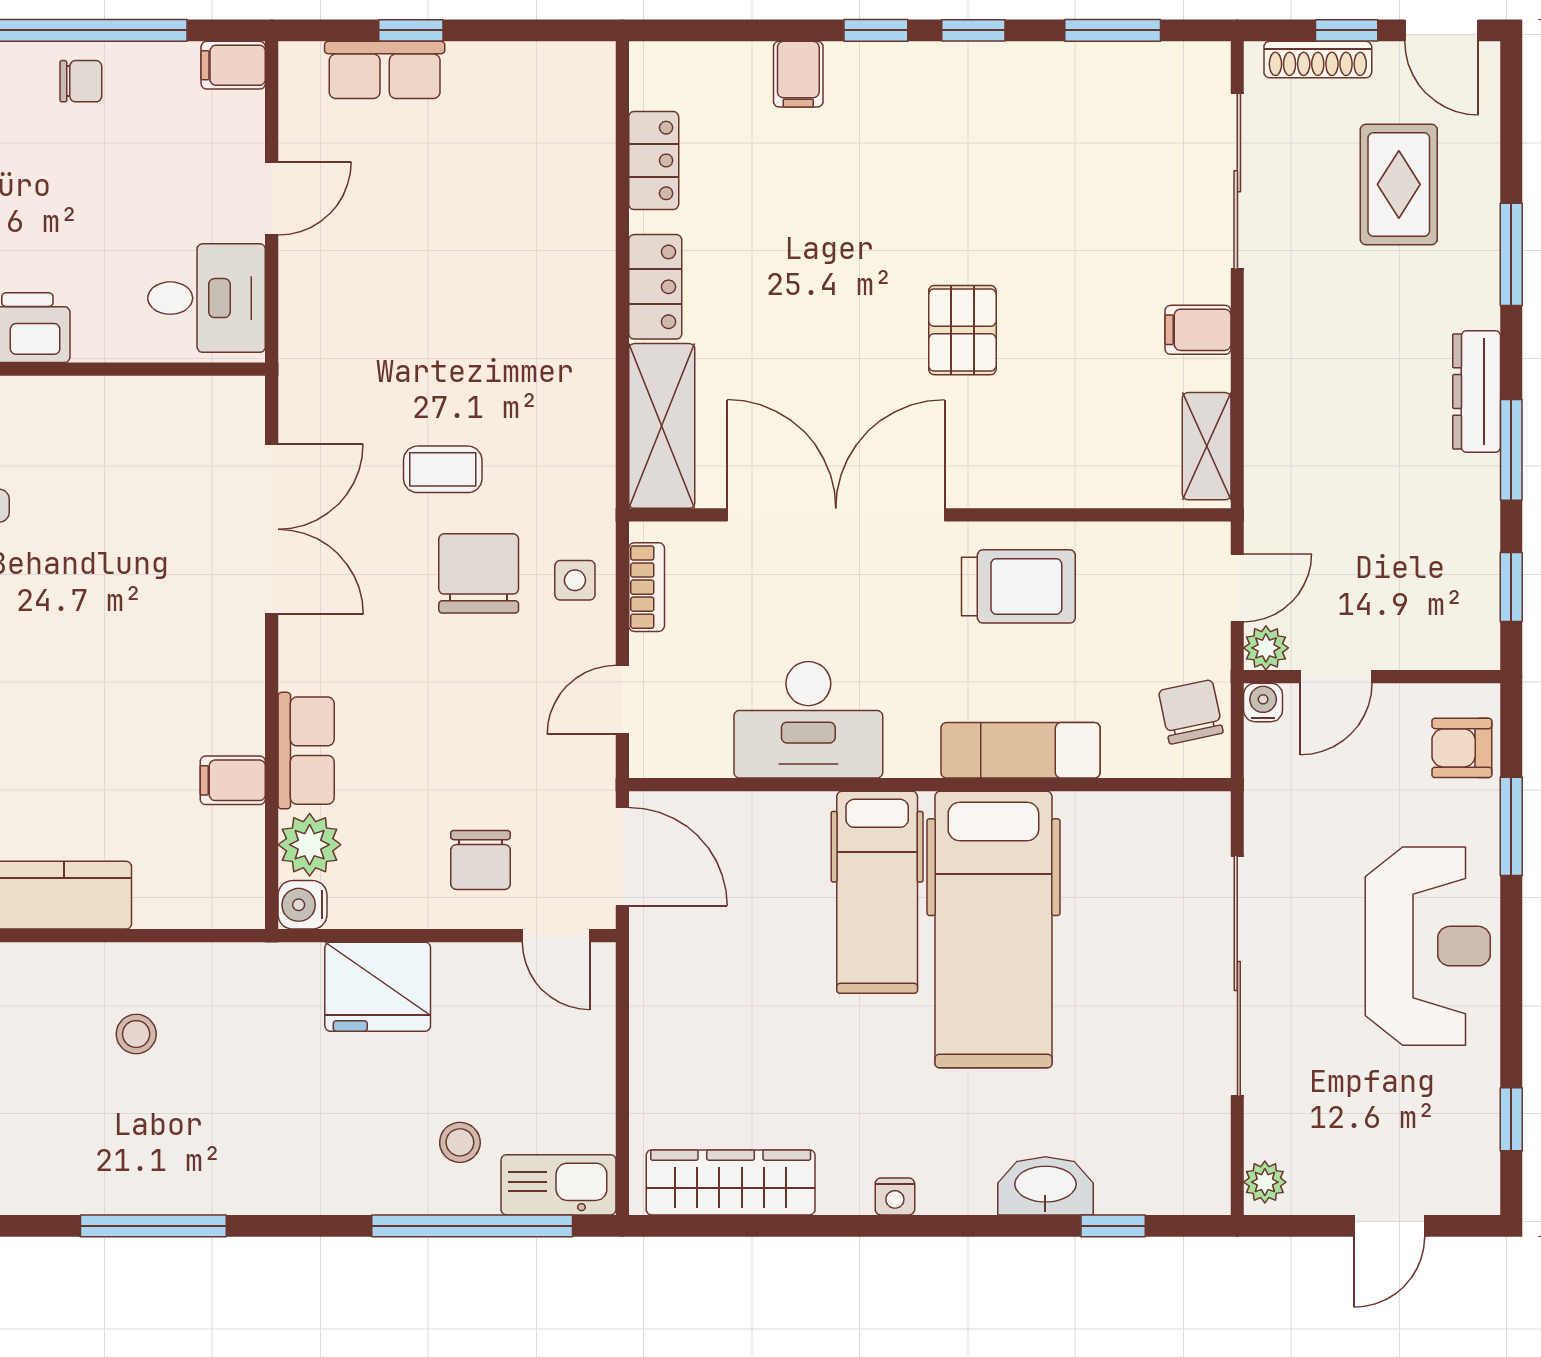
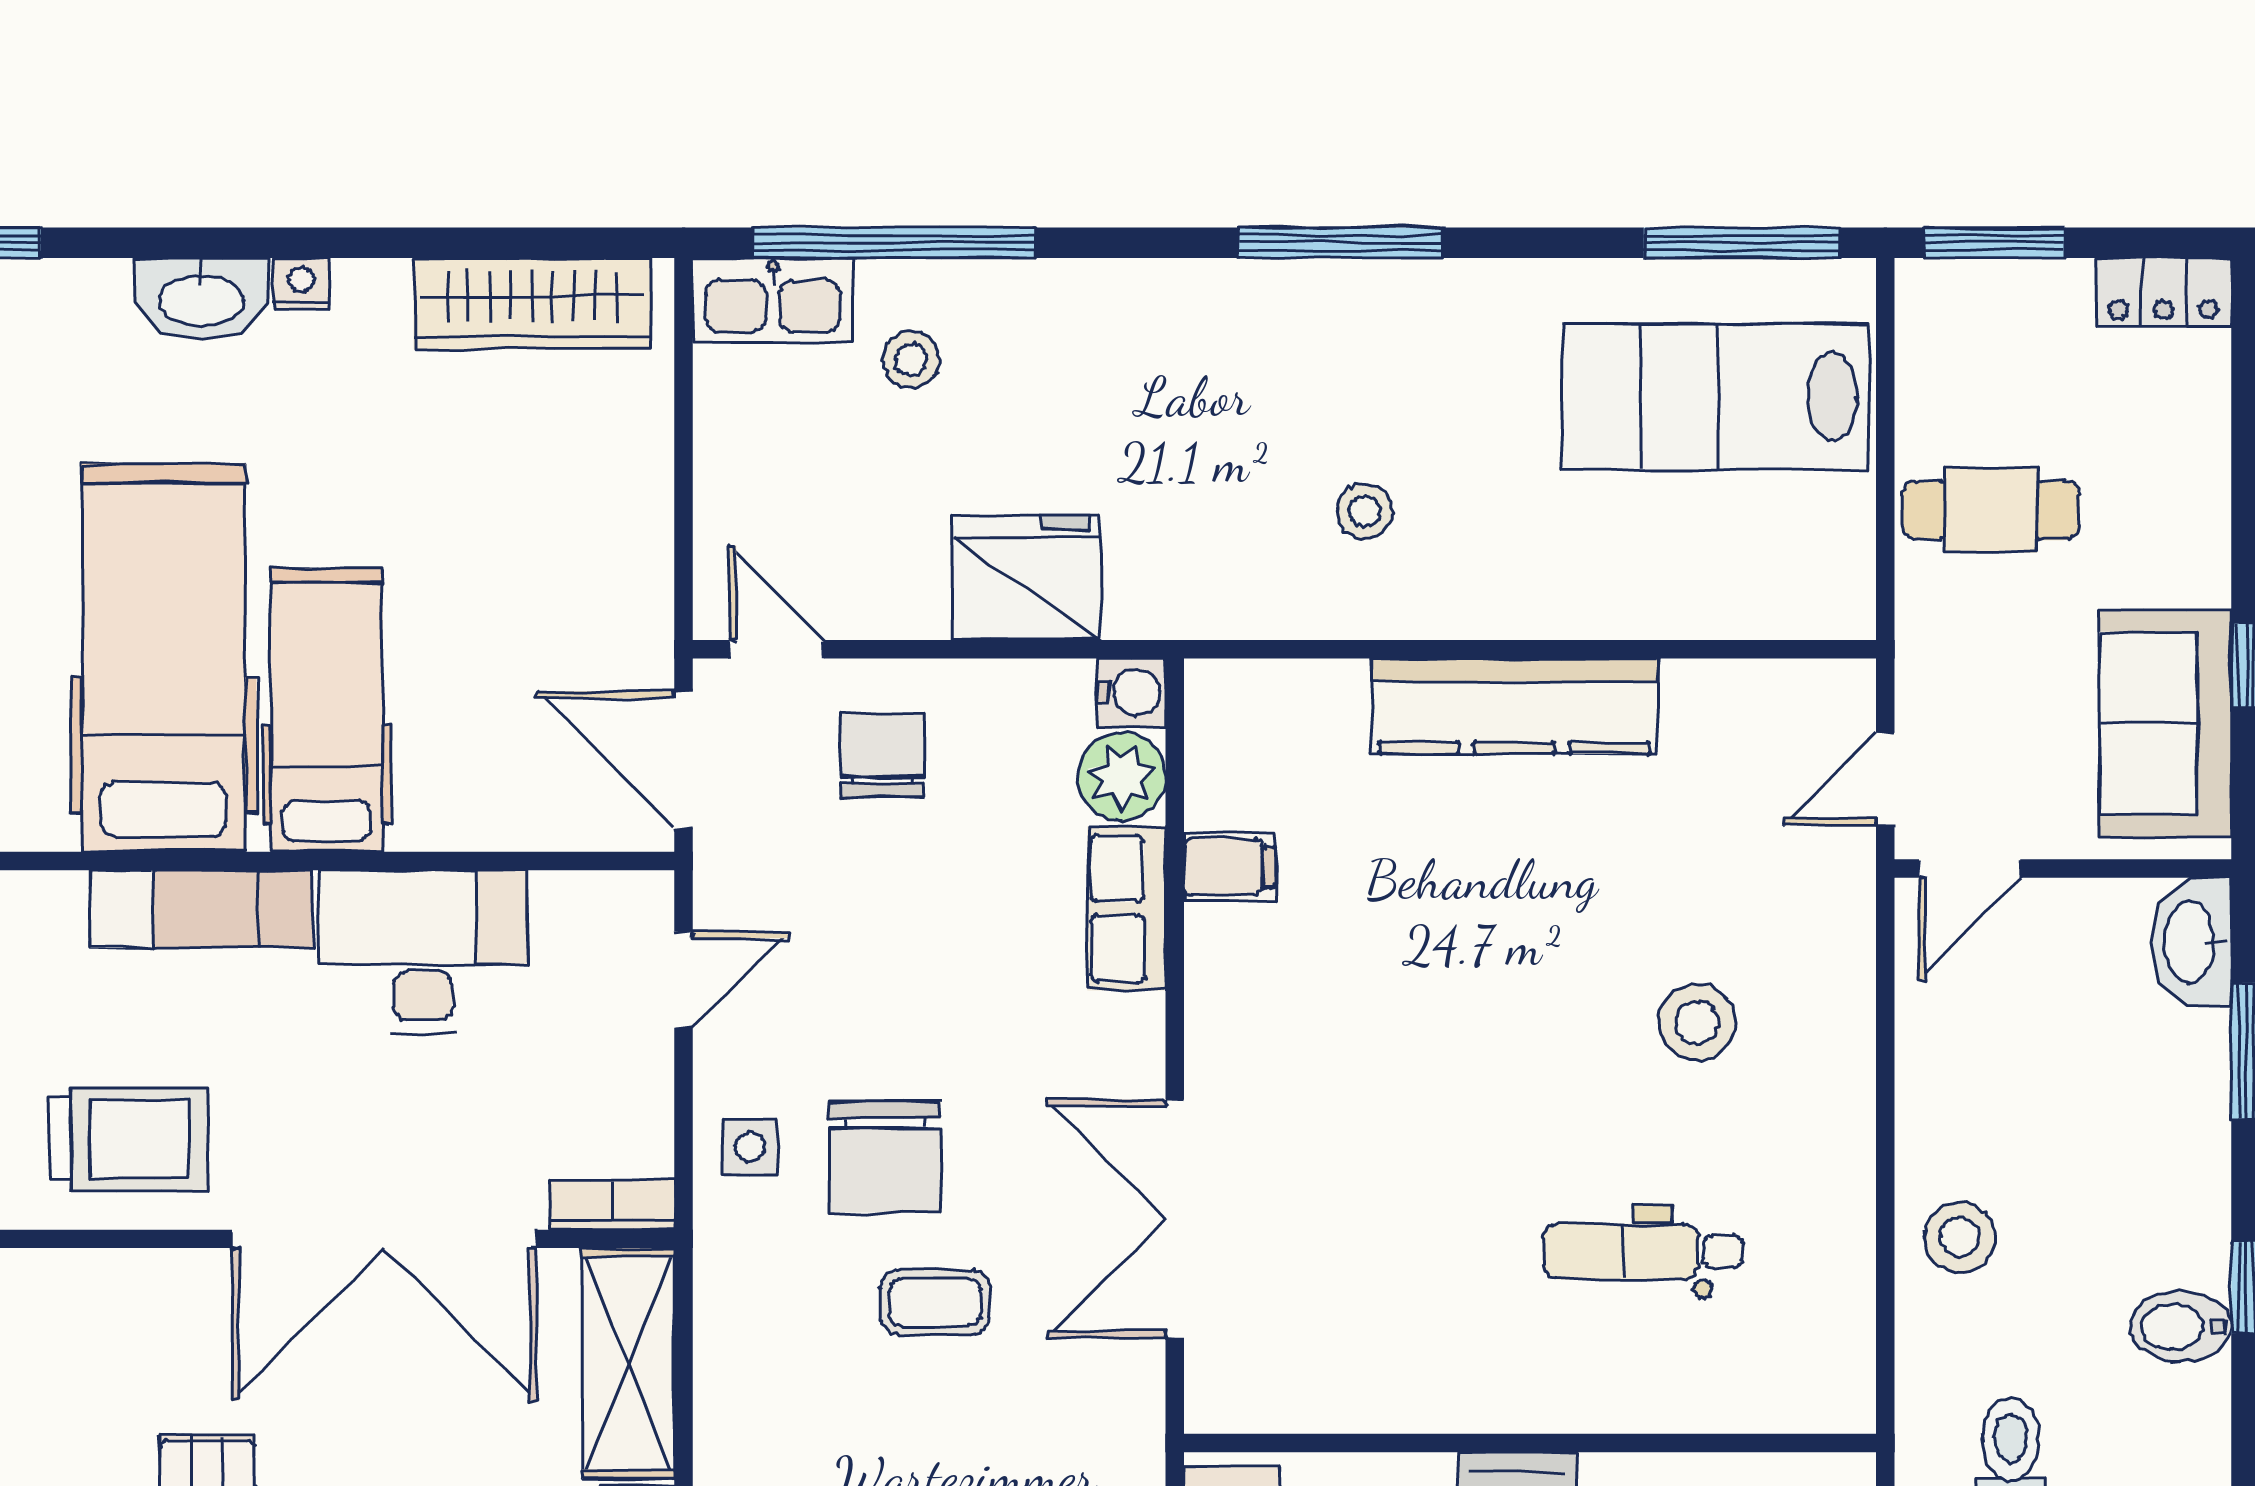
trolley: (1018, 586) -> (129, 1139), turned 180
bookcase: (647, 587) -> (612, 1205), moved, turned 90
exam couch: (1021, 750) -> (202, 909), moved
washbasin: (1045, 1186) -> (201, 299), moved

